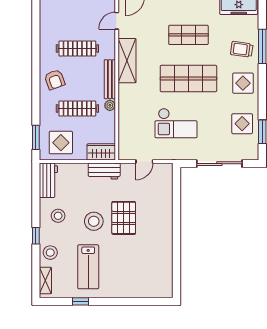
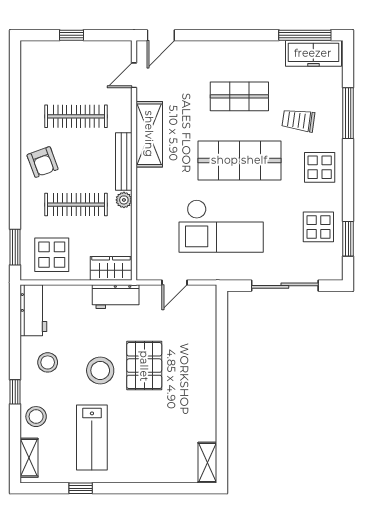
trolley: (242, 49) -> (298, 120), moved
checkout: (176, 123) -> (221, 226), width x1.36, depth x1.21
shelving: (167, 284) -> (207, 463), added

